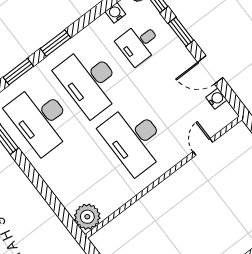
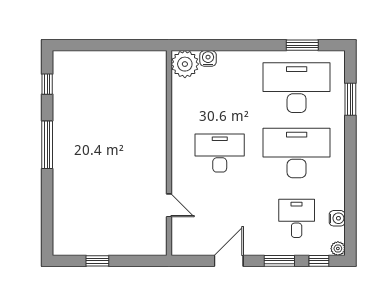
window: (55, 43) -> (350, 149), removed
water cooler: (216, 99) -> (208, 58), moved, turned 180
desk: (134, 139) -> (220, 153), width x0.73, depth x0.77

